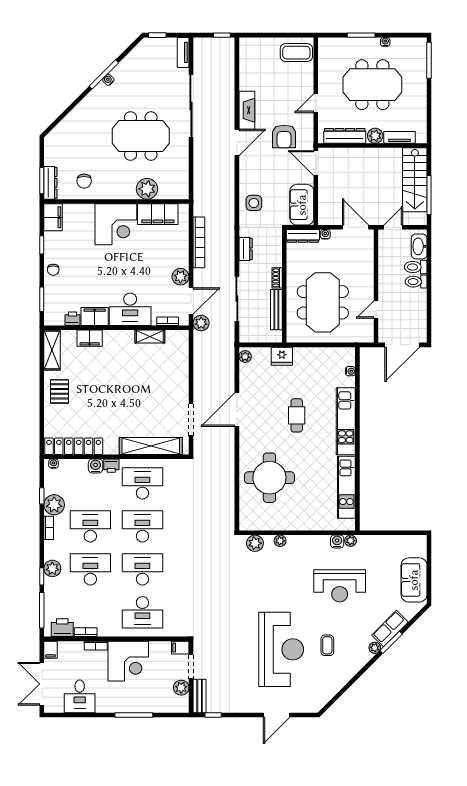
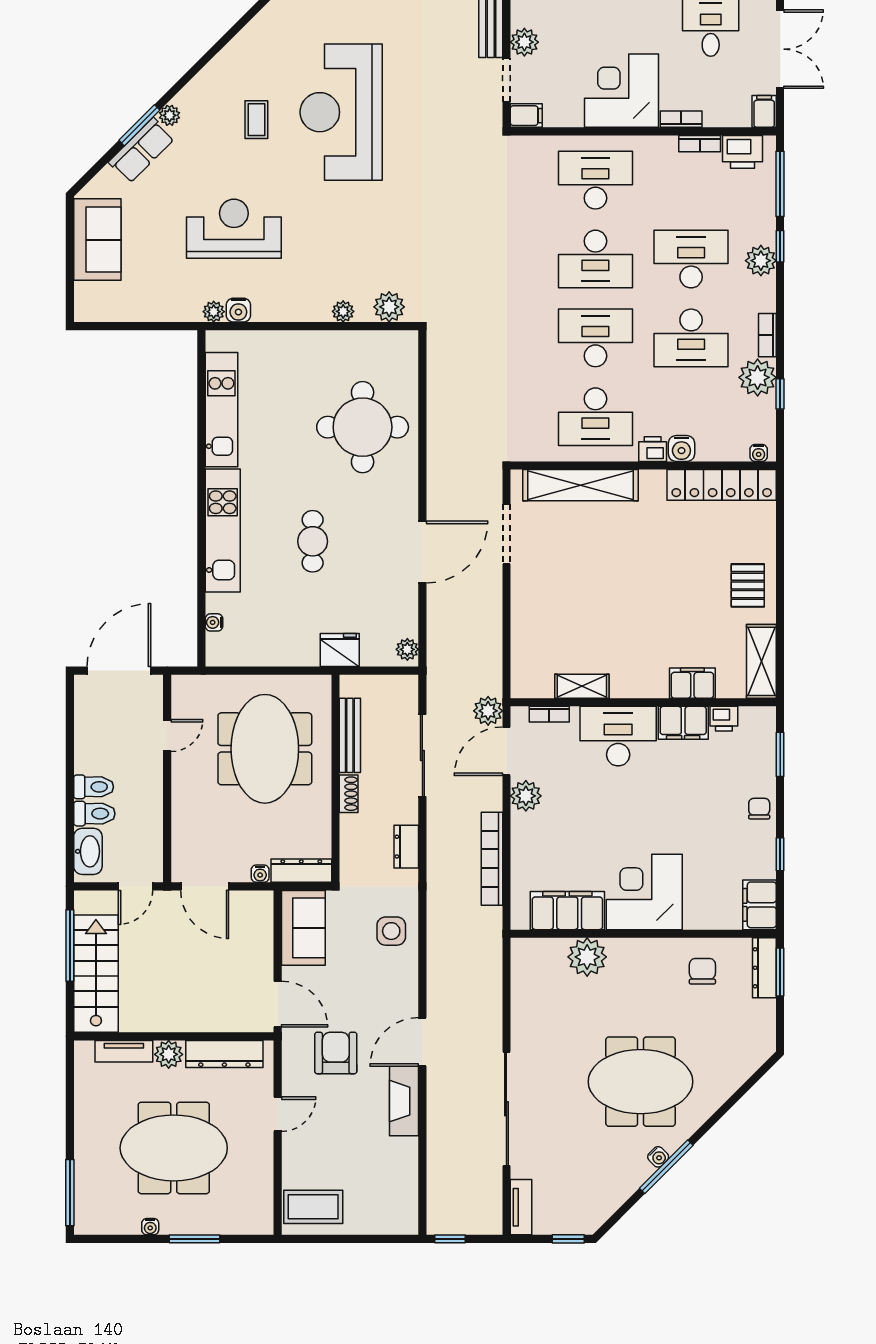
meeting table: (141, 136) -> (641, 1082), moved
desk: (142, 526) -> (595, 338), turned 180
desk: (90, 569) -> (691, 259), turned 180

